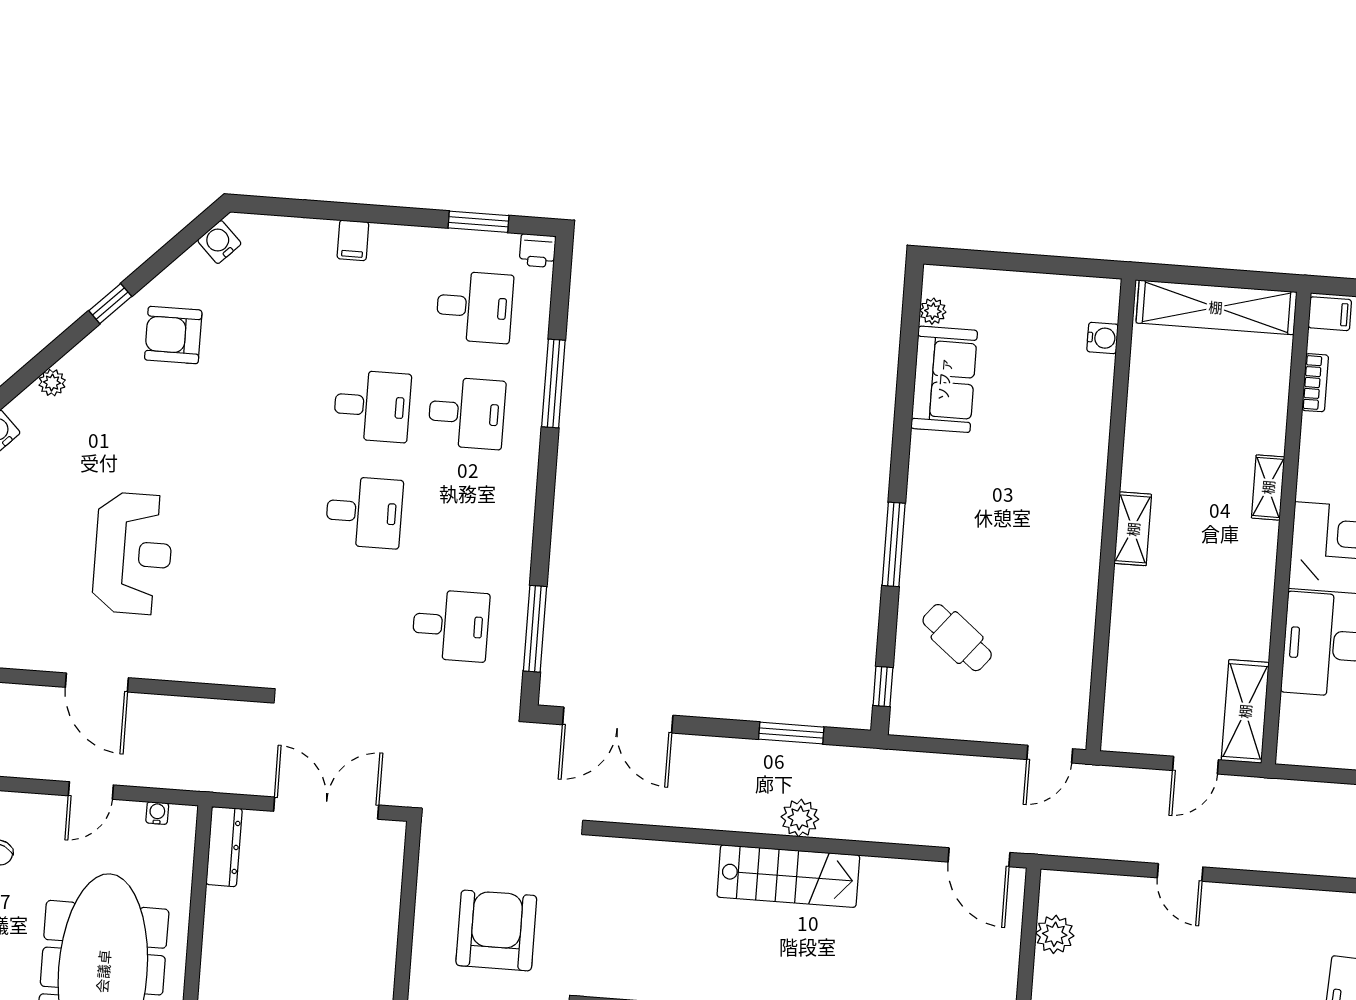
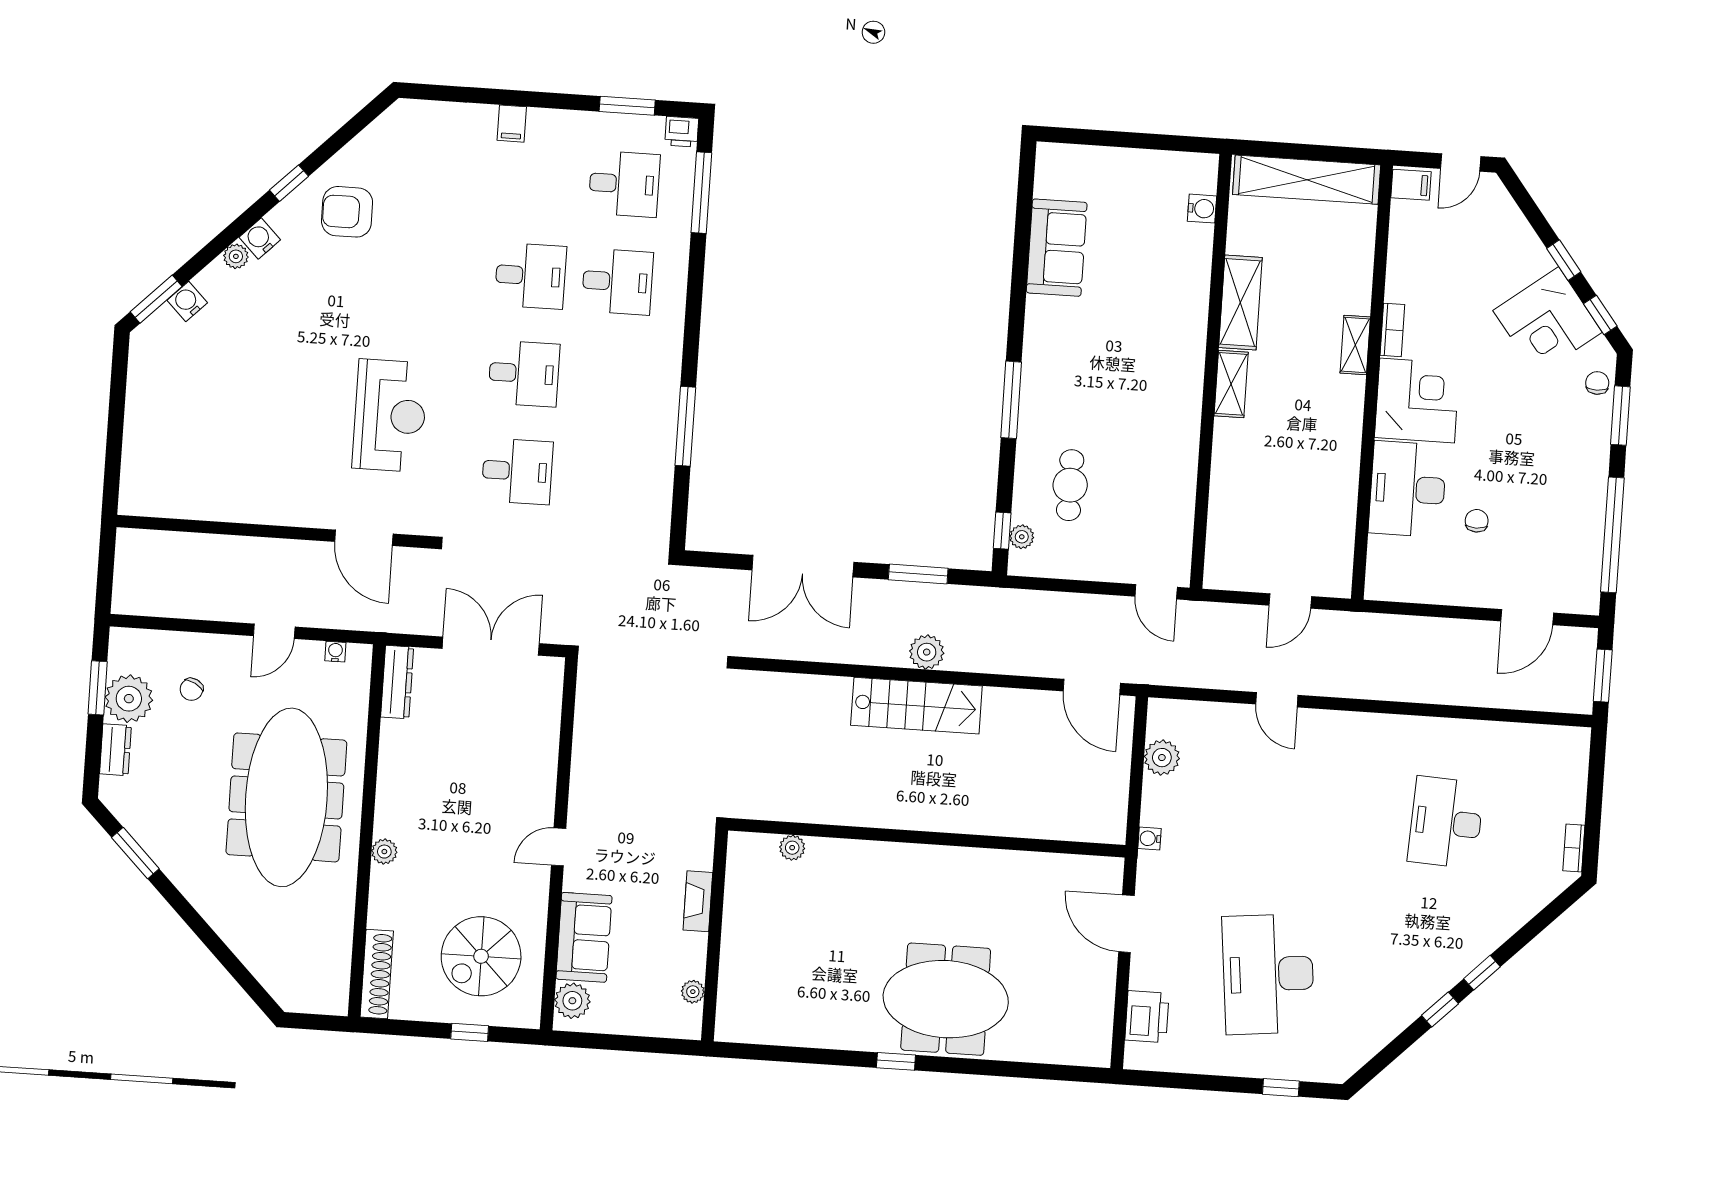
water cooler: (219, 242) -> (260, 239), moved
plant: (933, 311) -> (1022, 537), moved
window: (553, 383) -> (701, 193), moved
bookcase: (1315, 383) -> (1392, 330), moved
reception desk: (133, 554) -> (390, 416), moved
desk: (451, 625) -> (517, 471), moved
window: (535, 629) -> (685, 426), moved
cafe table: (957, 638) -> (1070, 485), turned 51
door: (97, 683) -> (364, 538), moved
shelving: (1245, 711) -> (1240, 302), moved
double door: (618, 720) -> (803, 566), moved
door: (1050, 754) -> (1156, 592), hinge flipped
armchair: (496, 931) -> (648, 758), removed

